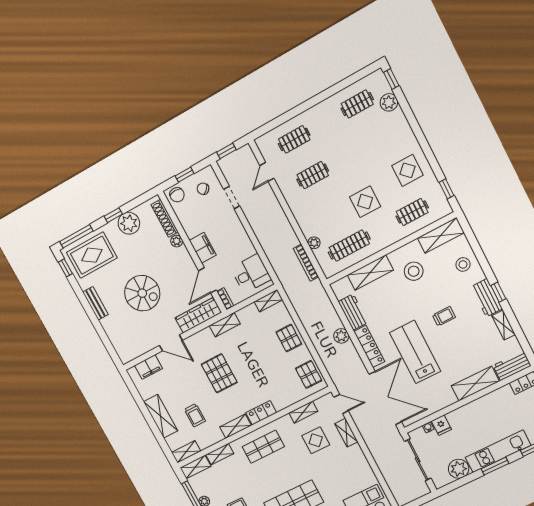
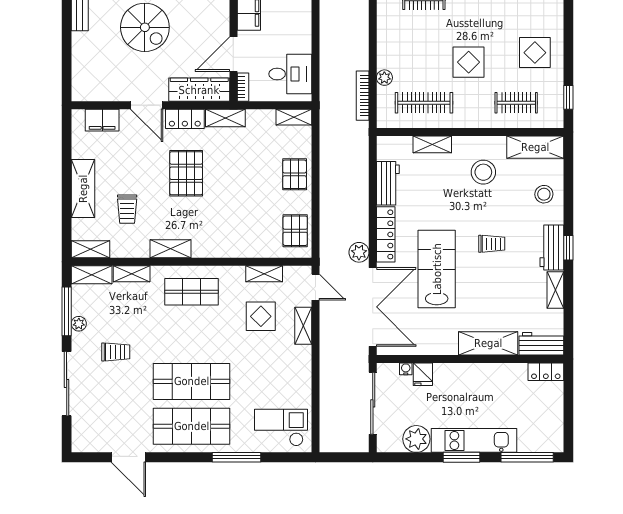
shelving: (370, 273) -> (432, 144), width x0.67, depth x0.75
plant: (341, 336) -> (359, 252), moved
locker: (261, 413) -> (185, 119), moved, turned 180

